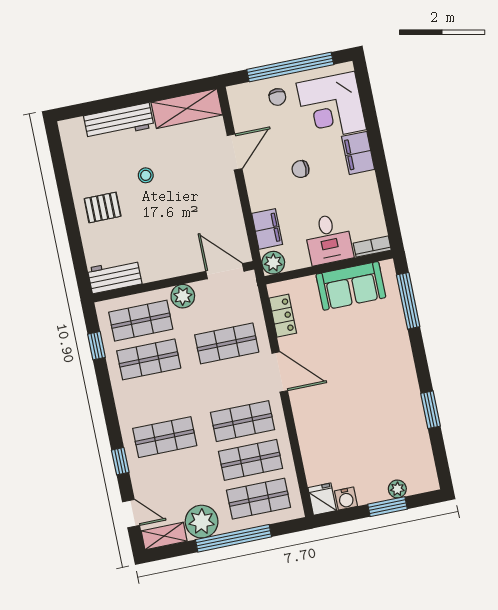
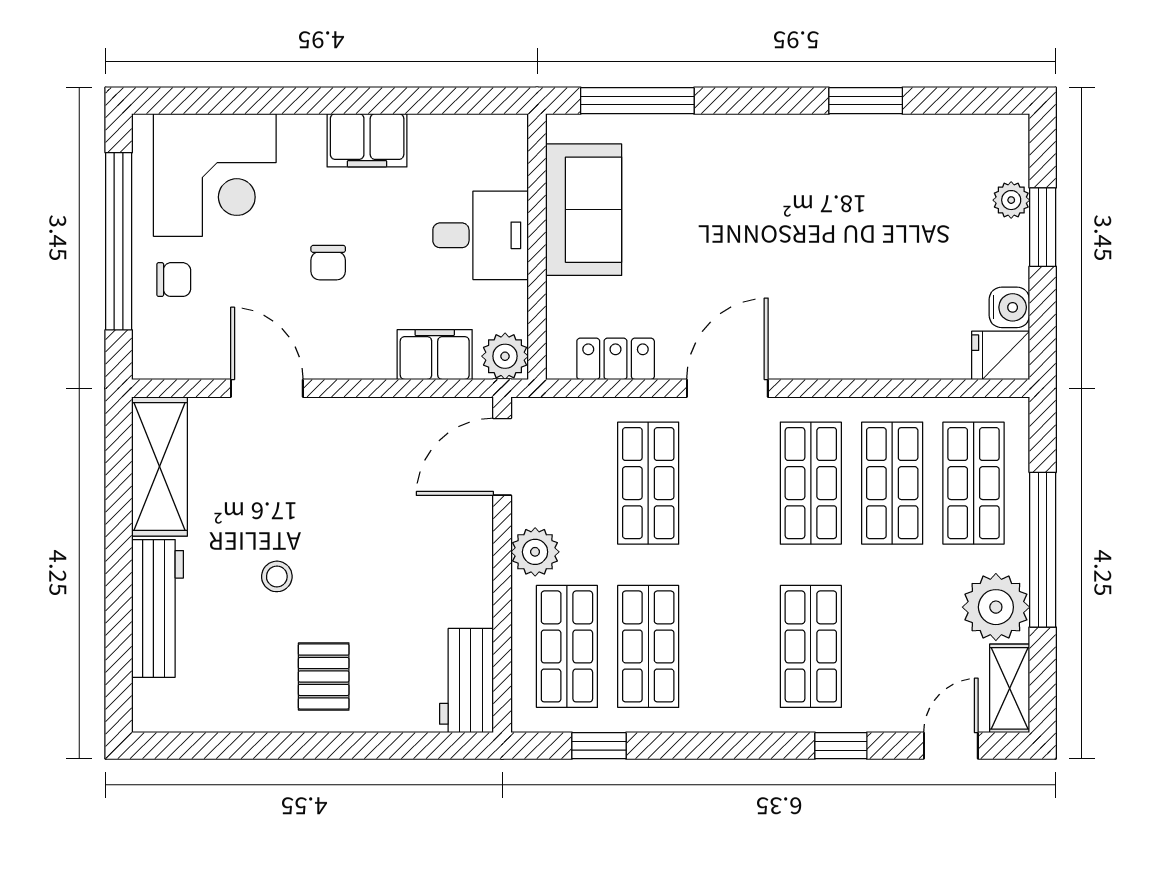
filing cabinet: (358, 153) -> (367, 140), moved
bookcase: (372, 247) -> (514, 151), removed

